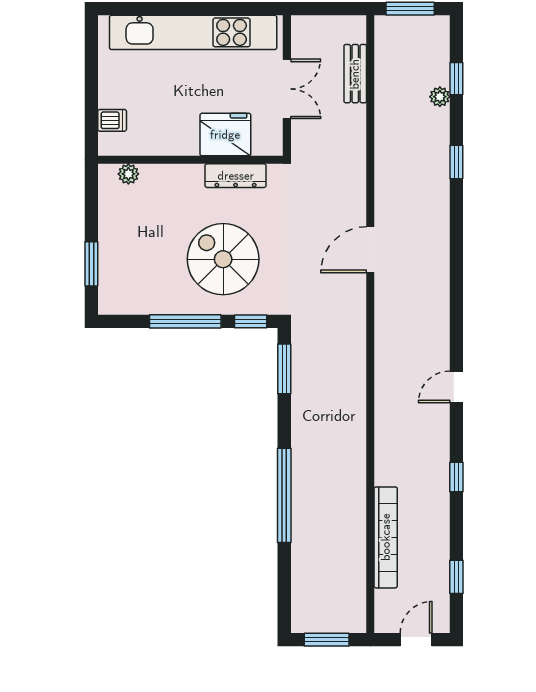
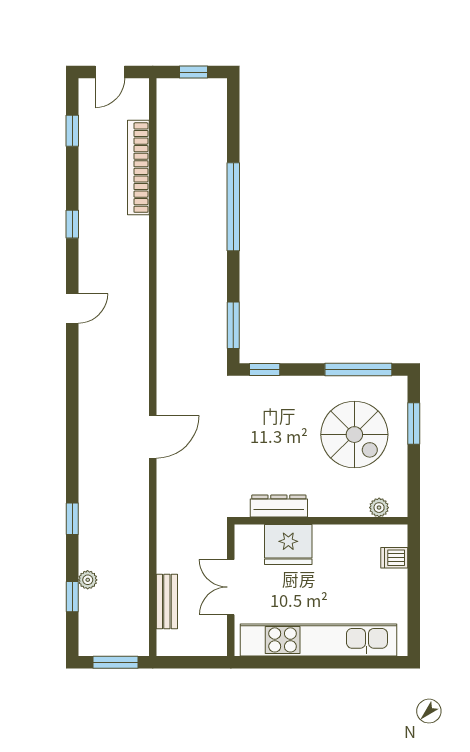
spiral stairs: (223, 259) -> (354, 435), moved
window: (185, 321) -> (358, 370), moved
window: (327, 640) -> (194, 72), width x0.67

